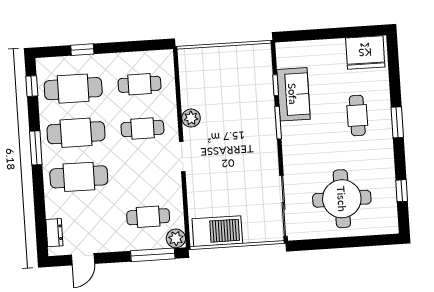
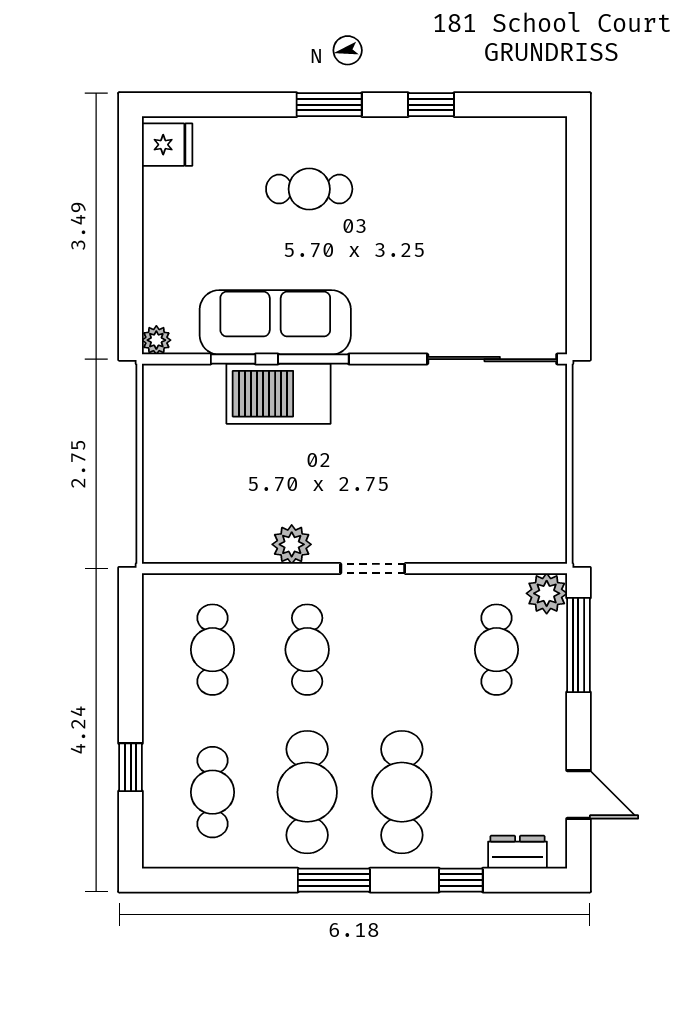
plant: (282, 49) -> (156, 340), added
fridge: (365, 53) -> (167, 145), width x0.53, depth x0.75
window: (32, 86) -> (461, 880), moved
cafe table: (73, 89) -> (212, 792), width x0.73, depth x0.74
sofa: (293, 94) -> (275, 322), width x1.36
window: (402, 191) -> (431, 105), moved
round table: (342, 199) -> (485, 233), removed
barbecue: (217, 231) -> (279, 394), moved, turned -90

